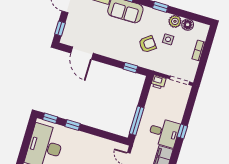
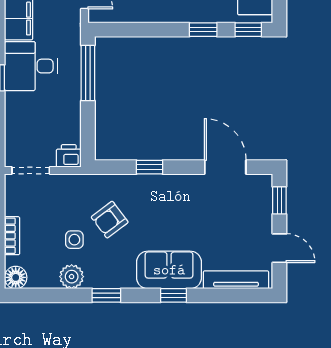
floor lamp: (188, 25) -> (16, 277), moved
window: (130, 68) -> (150, 167), moved

